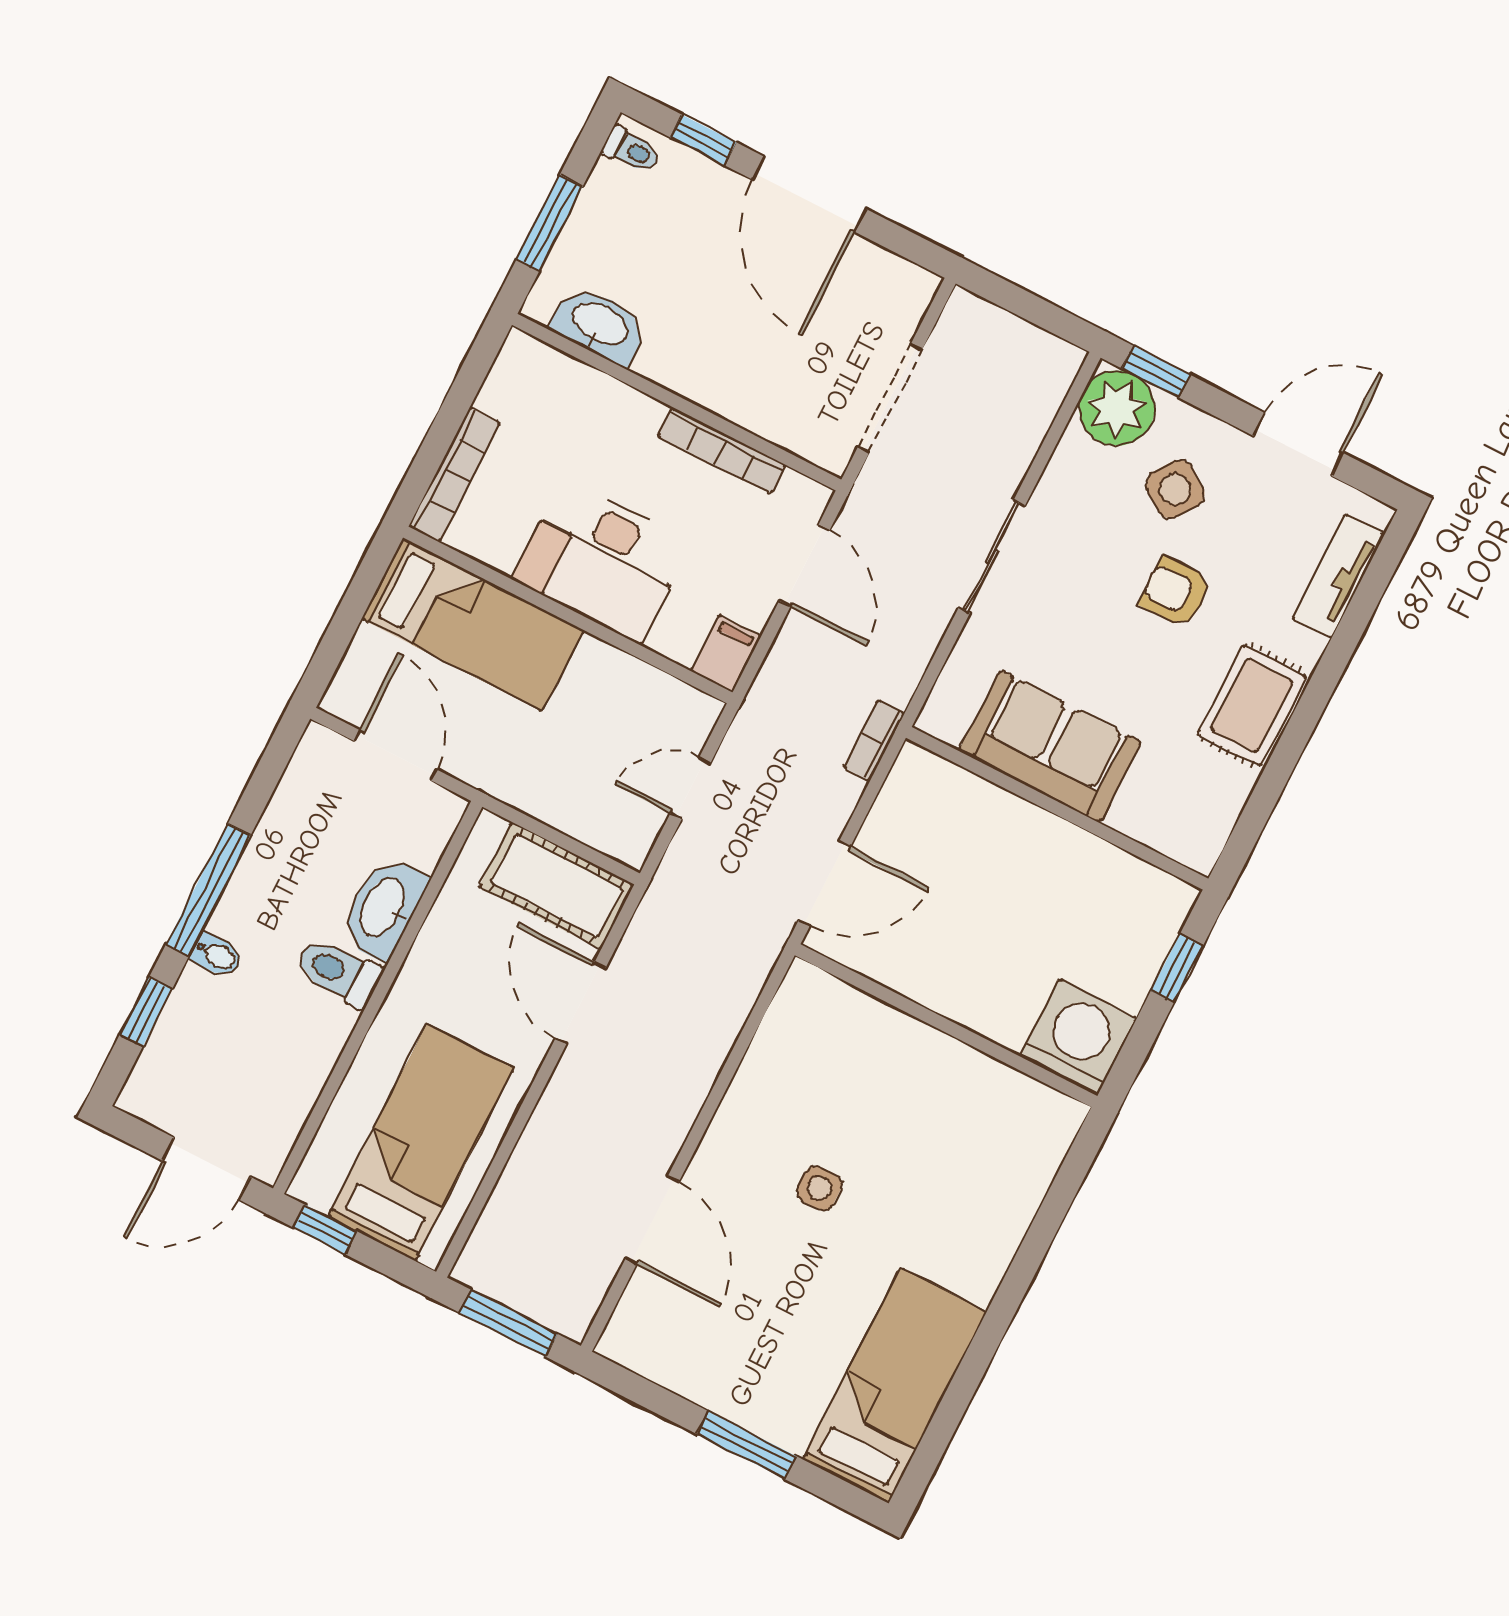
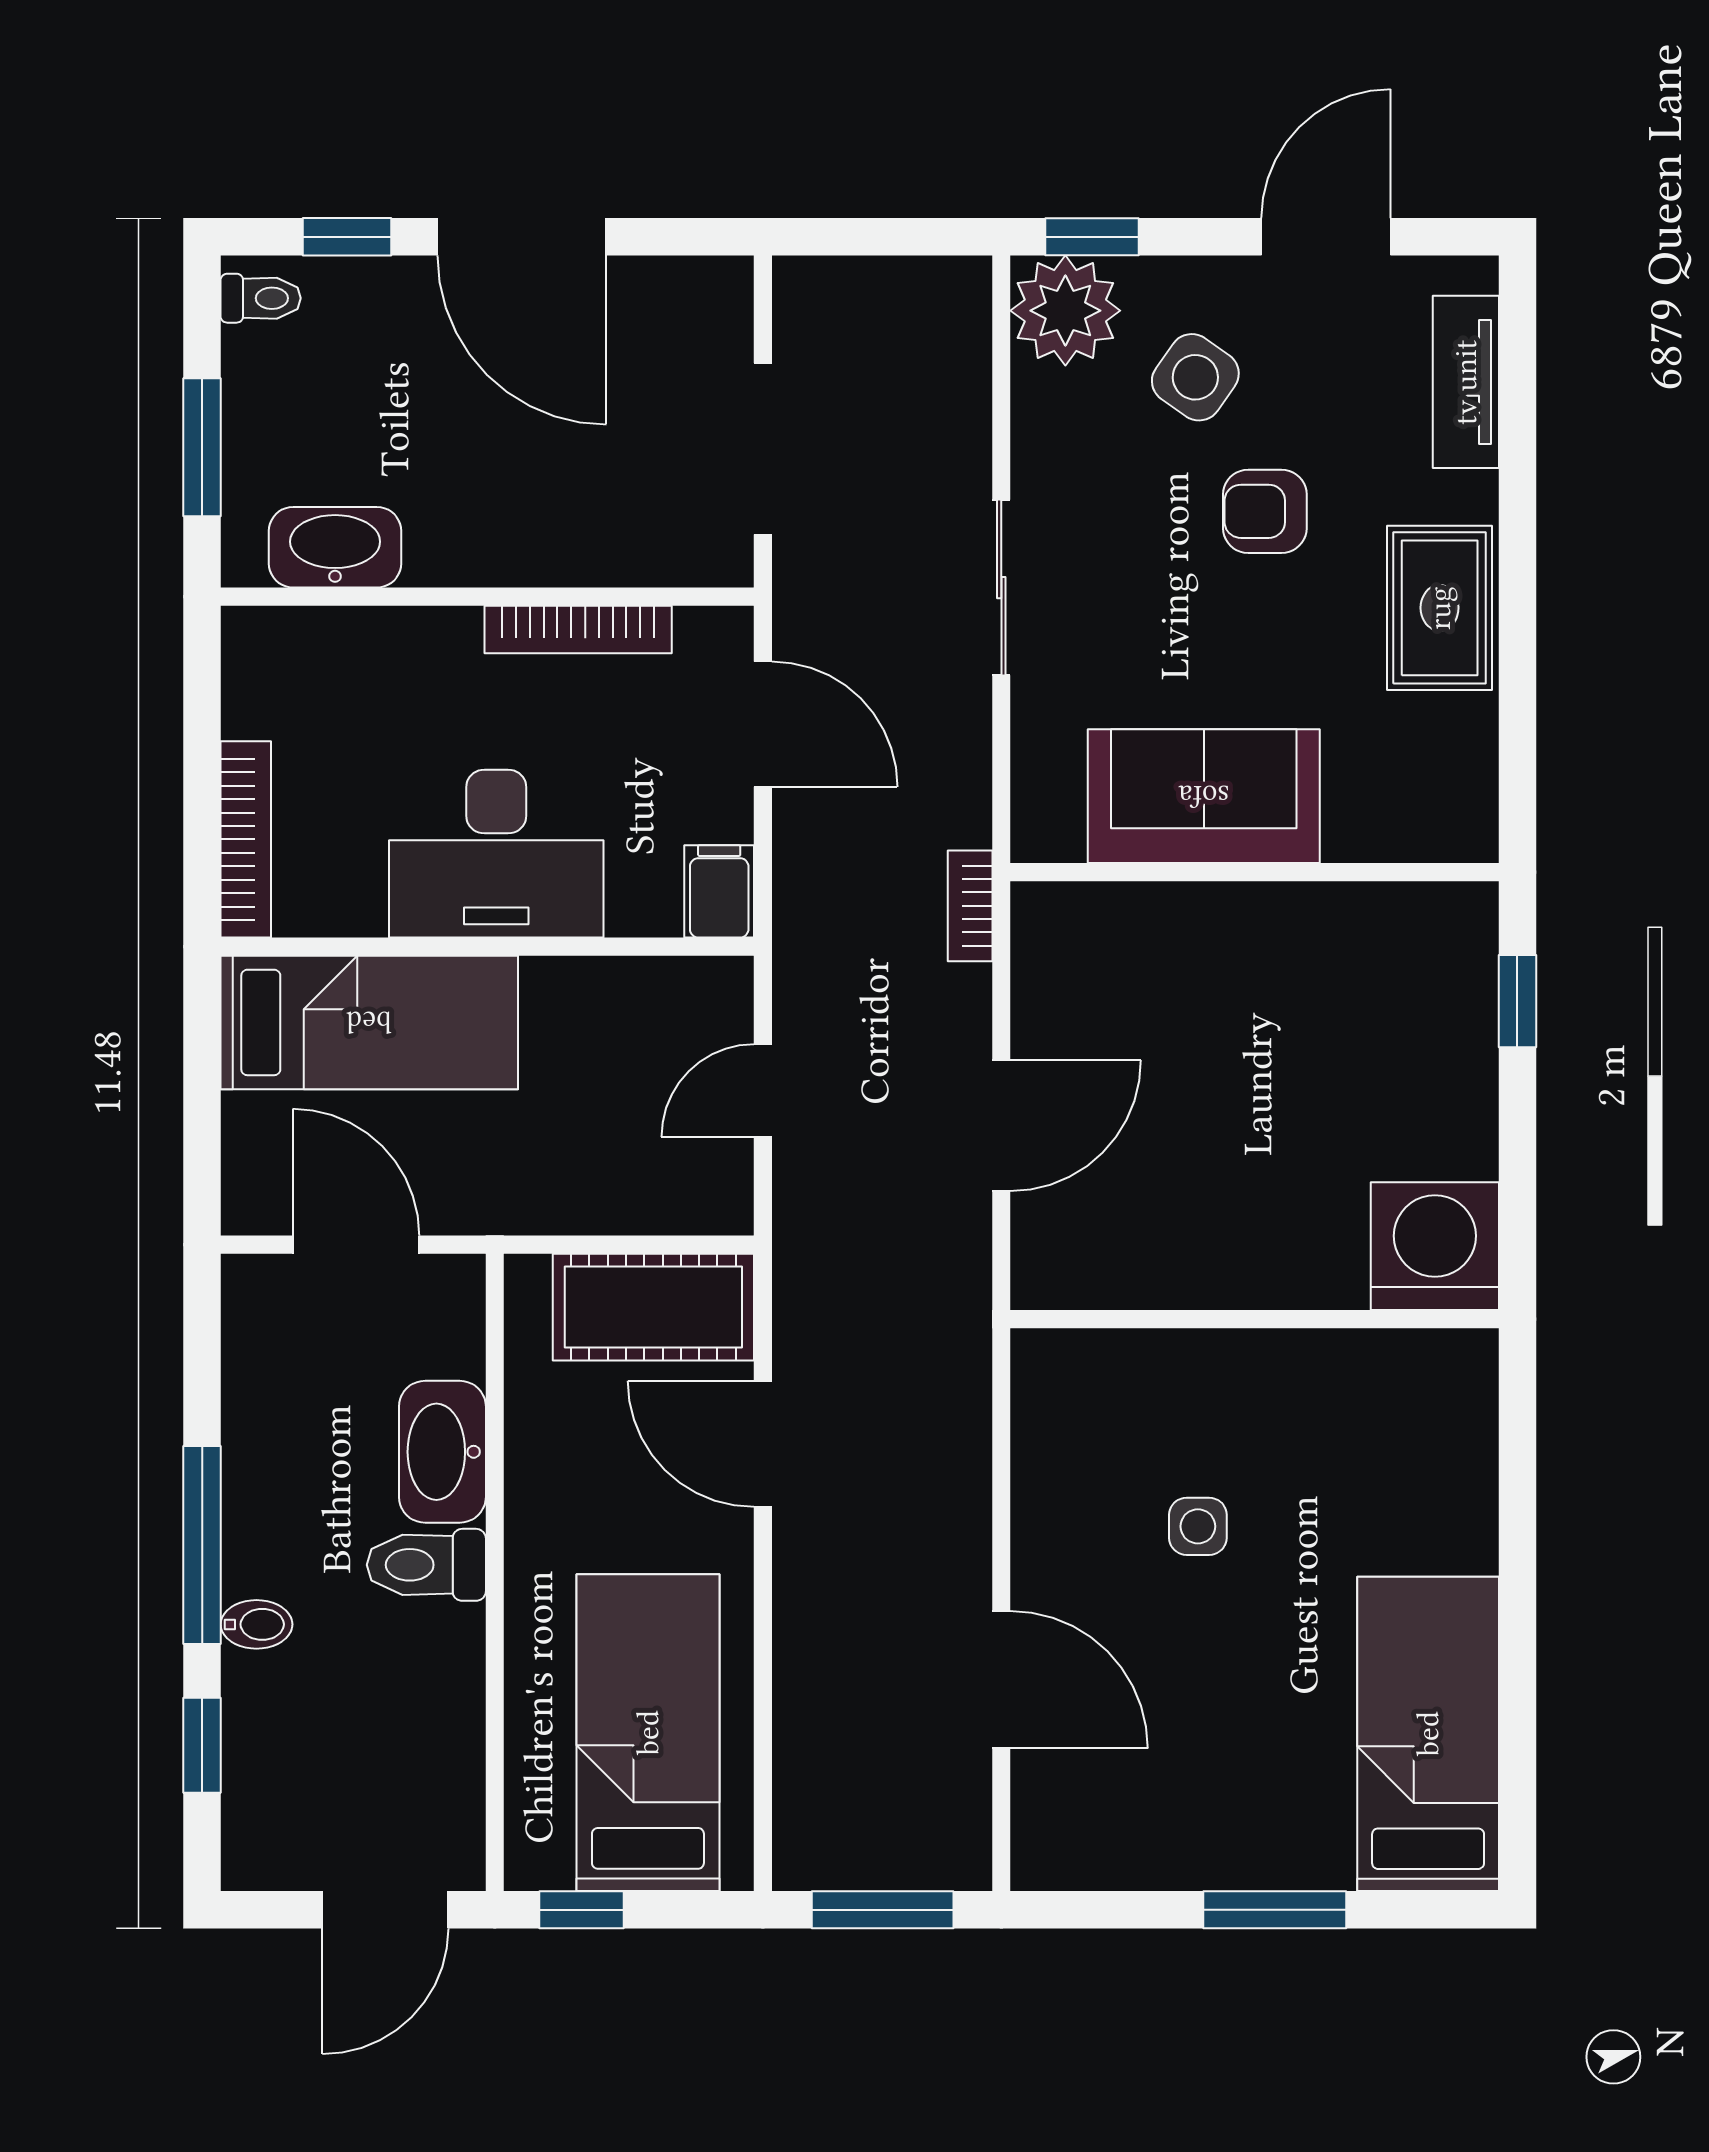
wall: (946, 1026) -> (1255, 1319), moved
washing machine: (1078, 1037) -> (1435, 1246), moved

